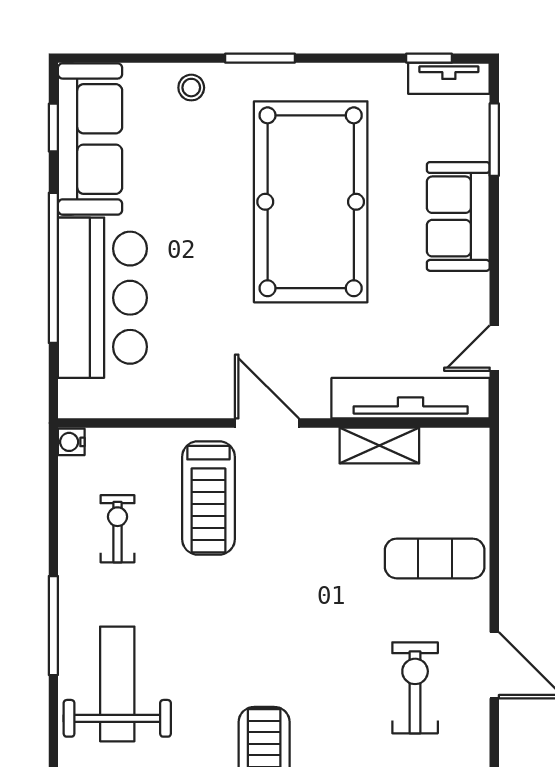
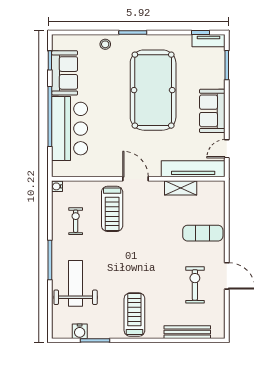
sofa: (90, 139) -> (65, 73), width x0.73
sofa: (458, 216) -> (212, 111), moved

